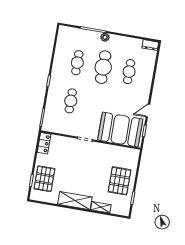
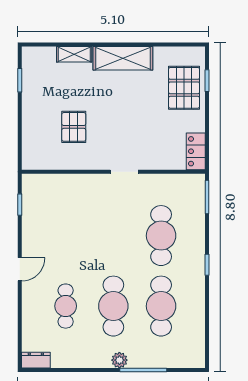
cafe table: (77, 63) -> (161, 306), width x1.37, depth x1.35
cafe table: (71, 101) -> (161, 236), width x1.37, depth x1.35
door: (148, 111) -> (20, 269), moved
booth: (120, 130) -> (64, 200), removed
pallet: (120, 181) -> (74, 127), moved, width x0.67, depth x0.71

